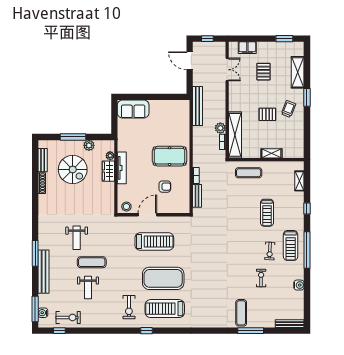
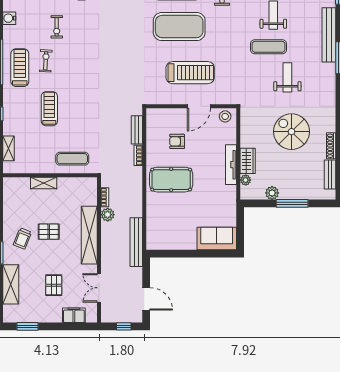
shelving: (235, 135) -> (89, 235), moved
spiral stairs: (73, 170) -> (291, 132), moved
treadmill: (154, 242) -> (190, 73), turned 180

